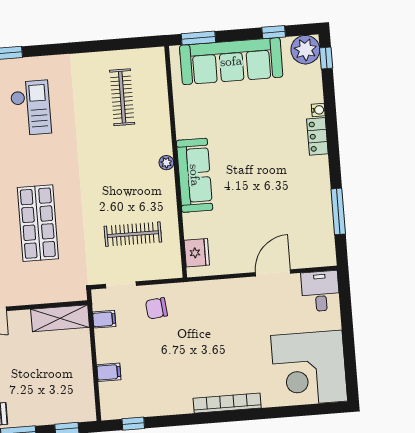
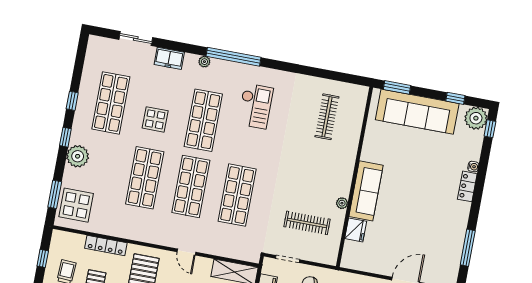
plant: (166, 163) -> (342, 203), moved
fridge: (197, 253) -> (356, 230), moved

